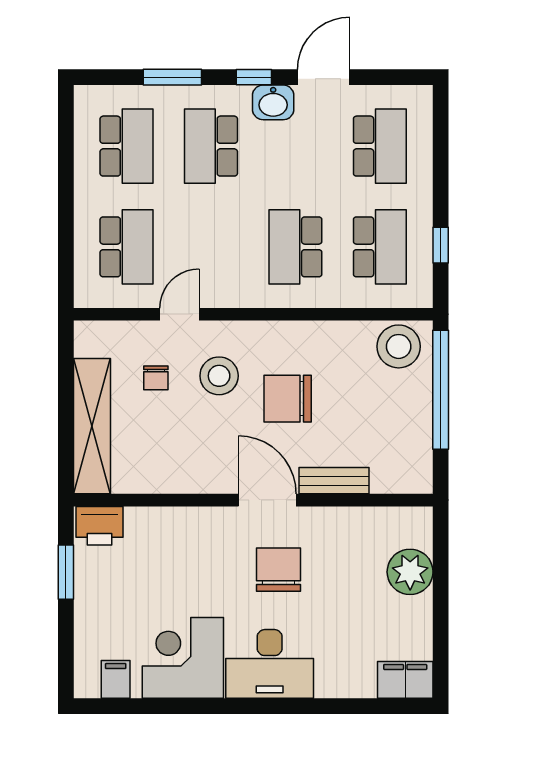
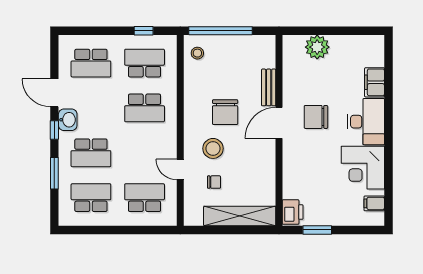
school desk: (380, 146) -> (91, 63), turned 180
stool: (399, 346) -> (197, 53), width x0.53, depth x0.53
filing cabinet: (405, 680) -> (375, 82), moved

